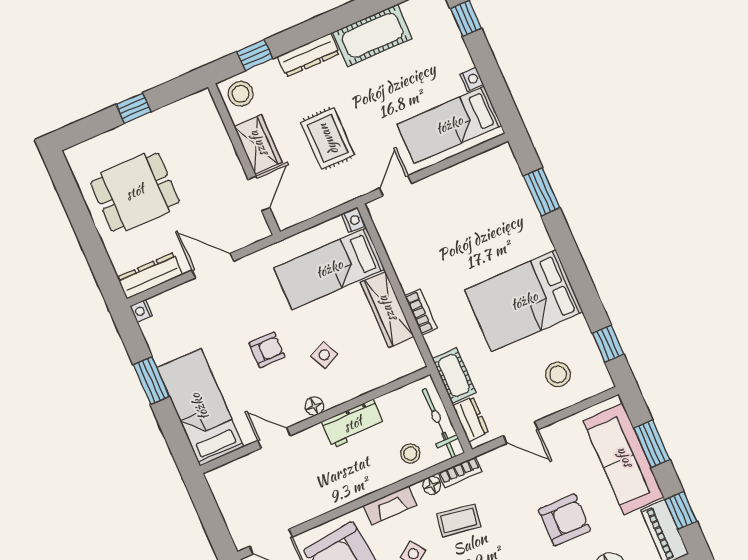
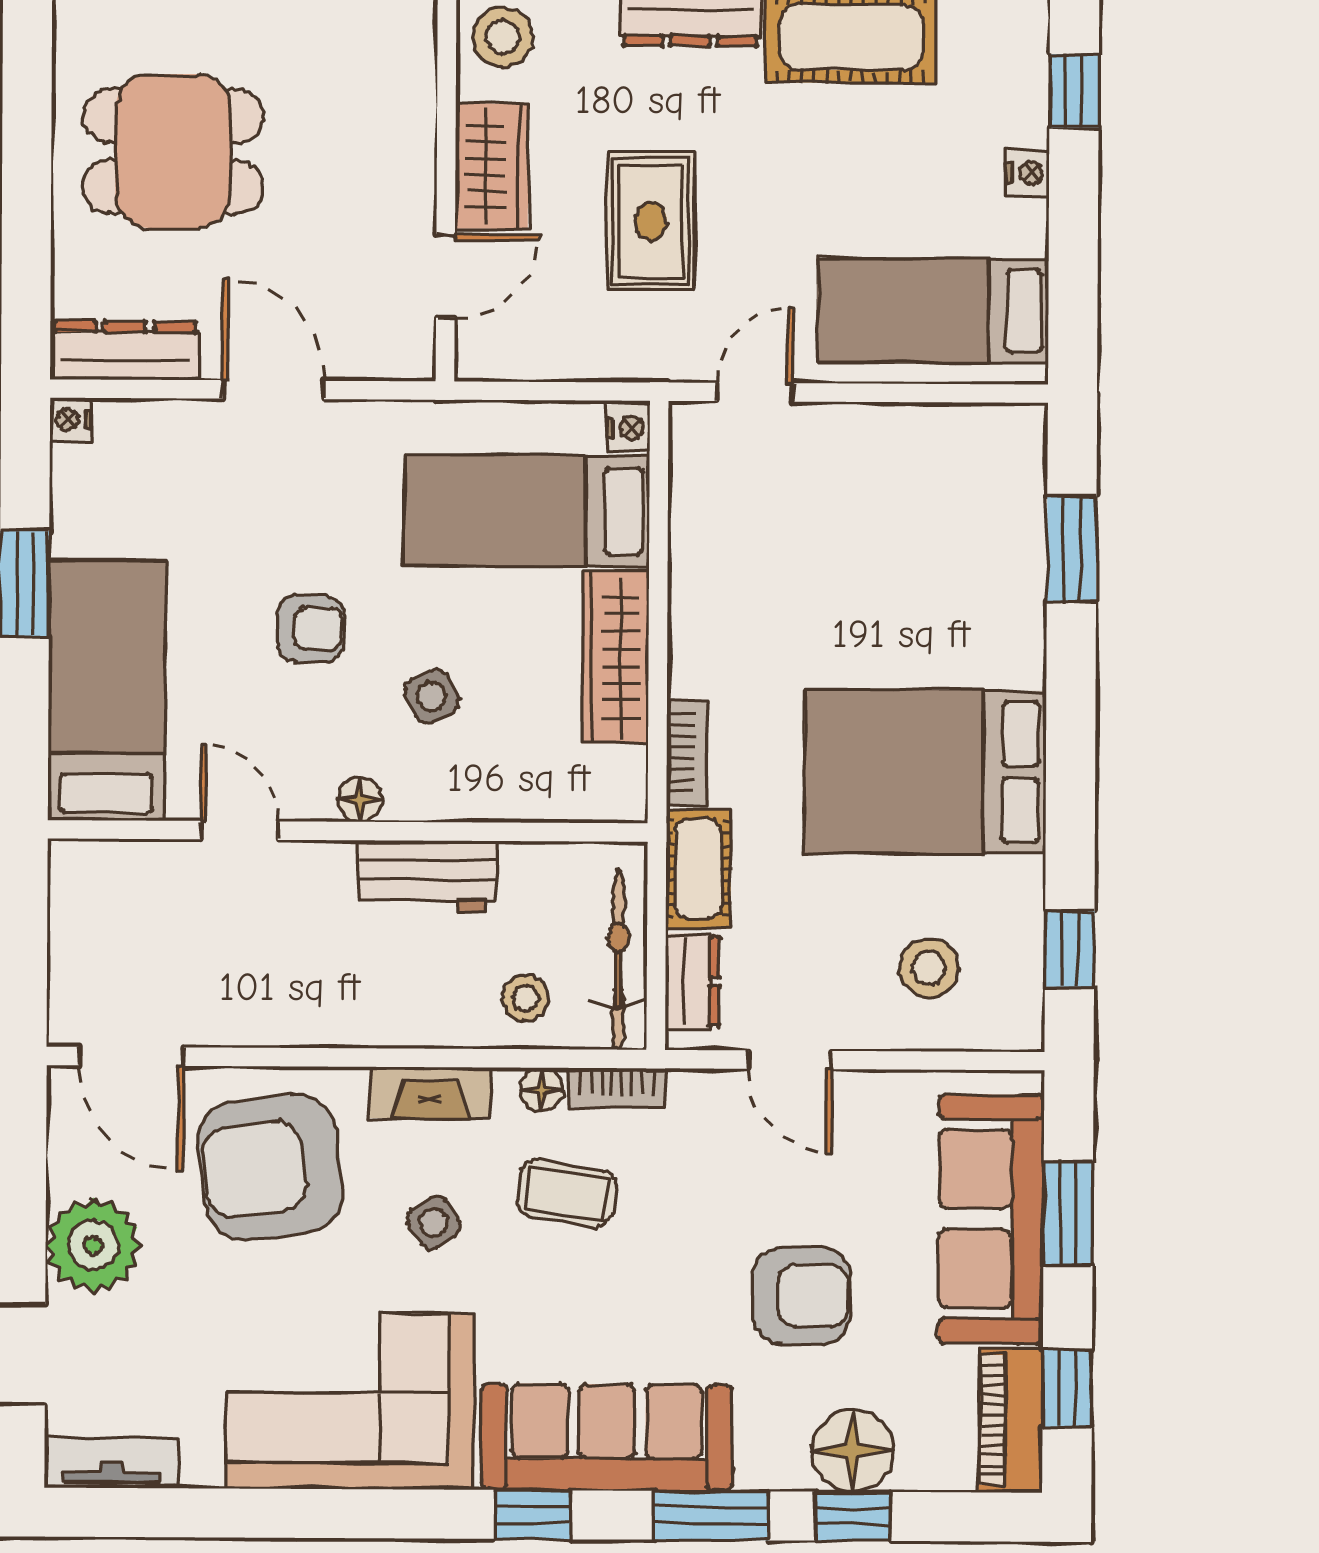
nightstand: (472, 79) -> (1028, 173), moved
bookcase: (421, 312) -> (687, 752), moved

